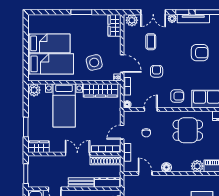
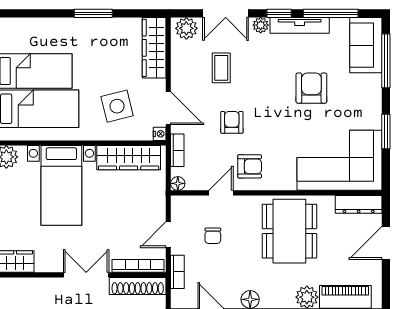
wardrobe: (114, 25) -> (154, 48), width x1.50
armchair: (200, 53) -> (311, 88), turned -90
armchair: (177, 96) -> (250, 166), moved
dining table: (188, 130) -> (289, 231), width x1.38

